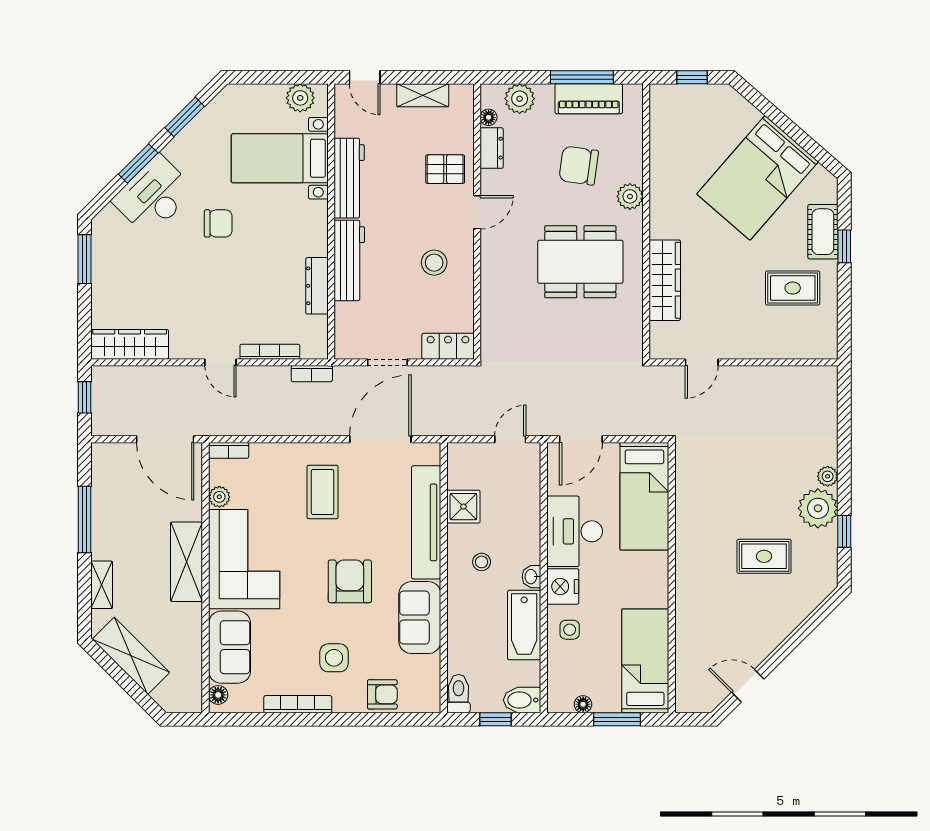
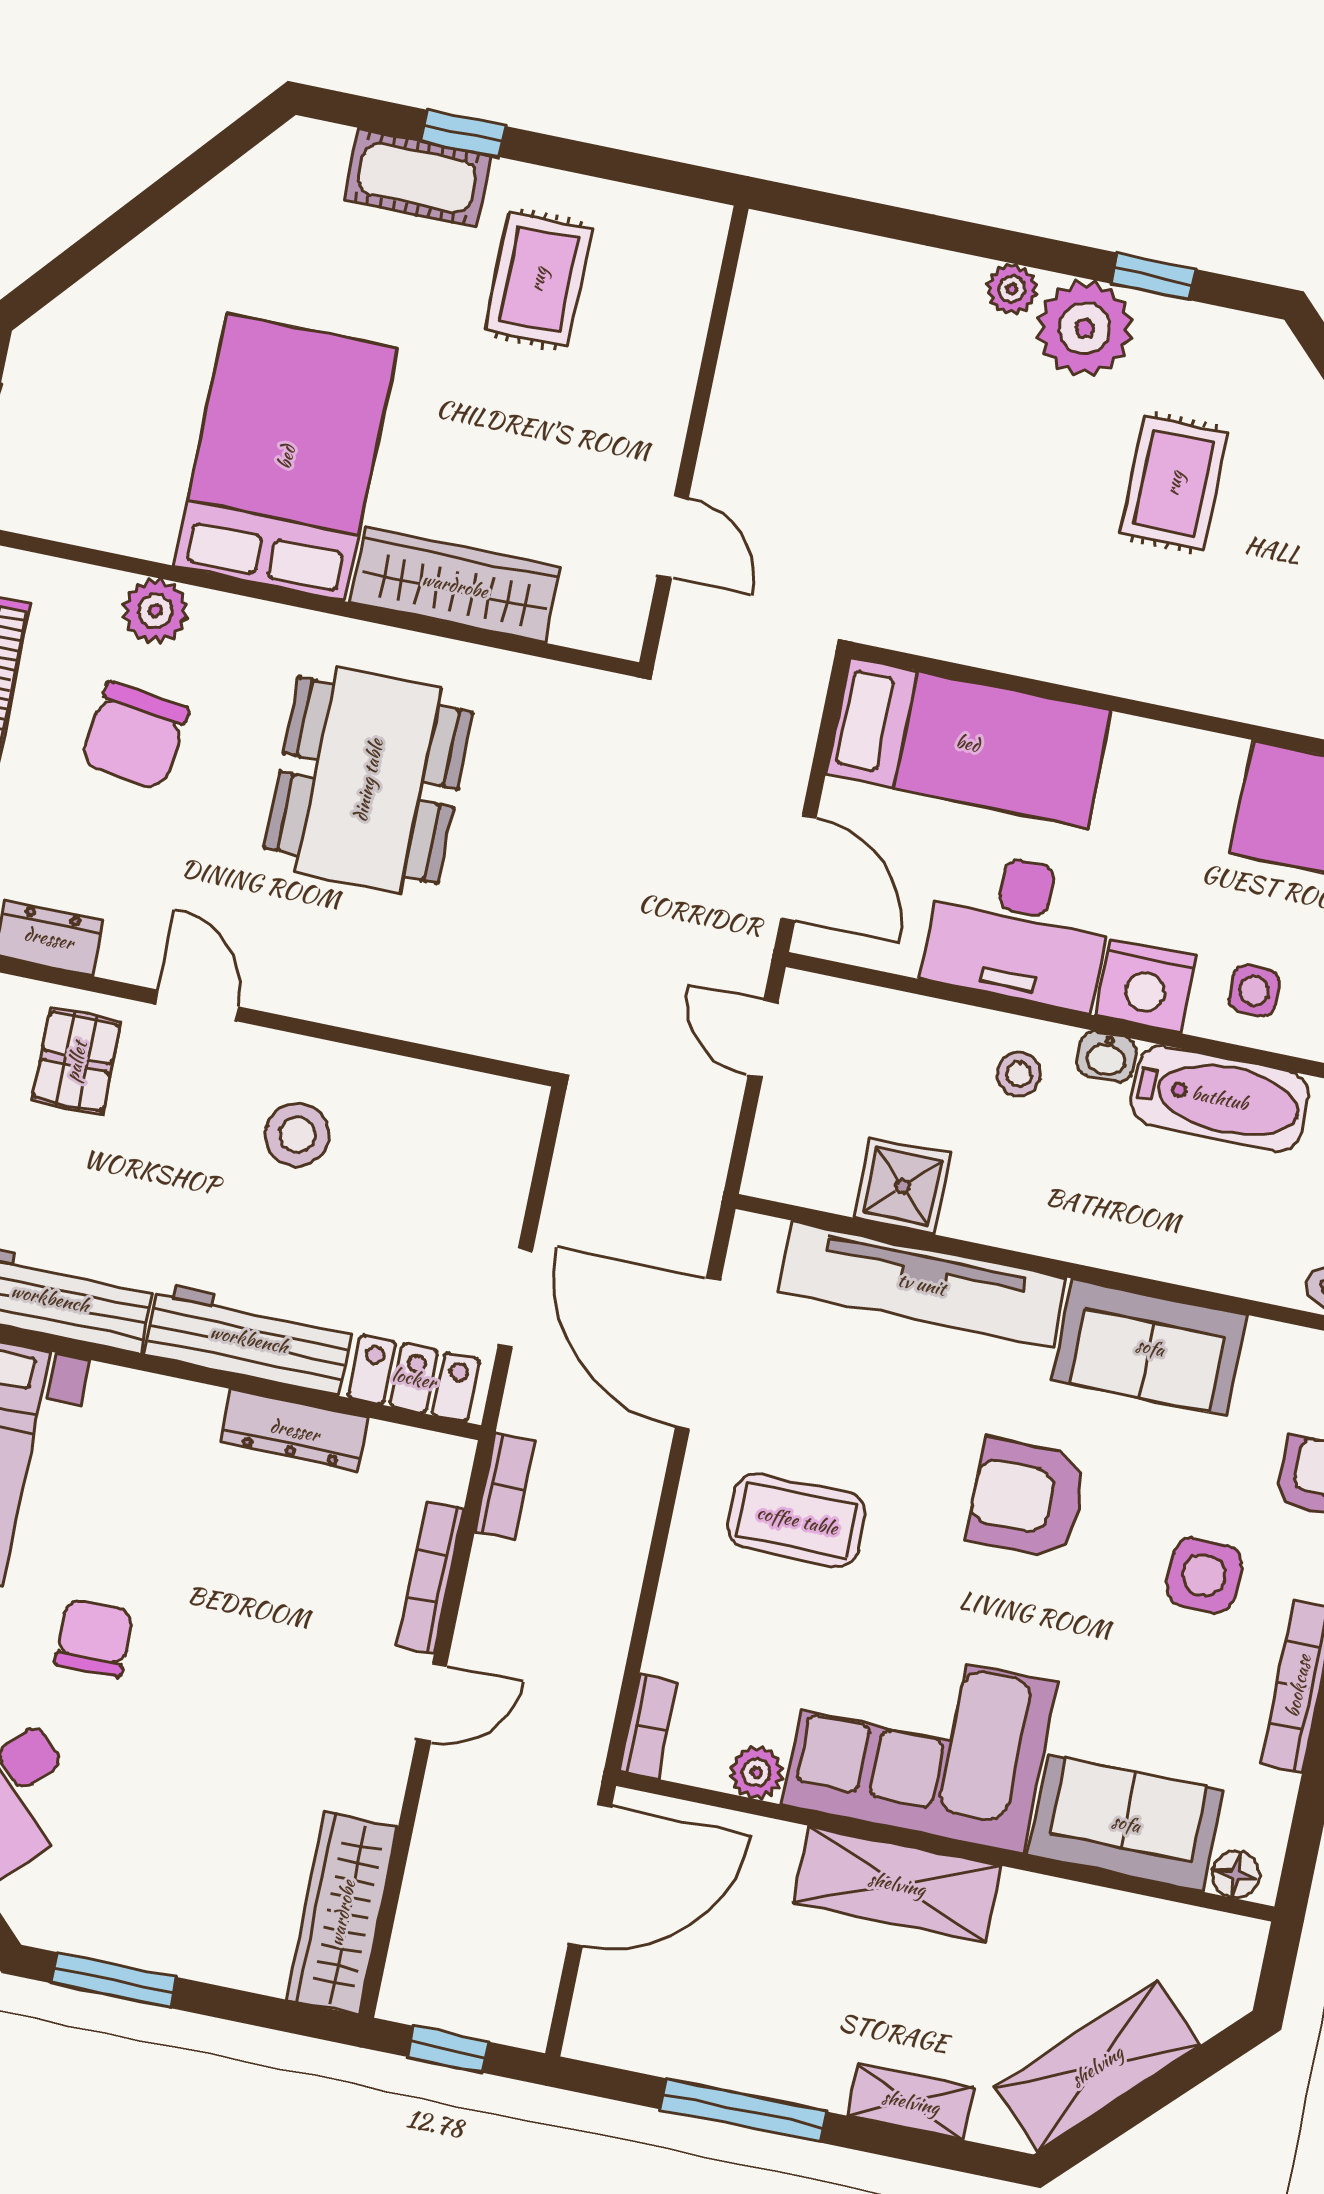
bed: (757, 178) -> (286, 457), moved, turned -131
plant: (630, 196) -> (155, 611), moved
locker: (448, 346) -> (414, 1378), moved, turned 90
stool: (482, 562) -> (1019, 1074), moved

